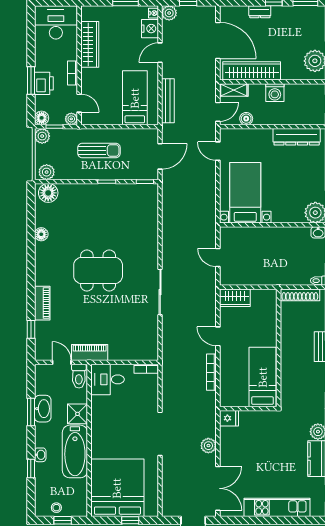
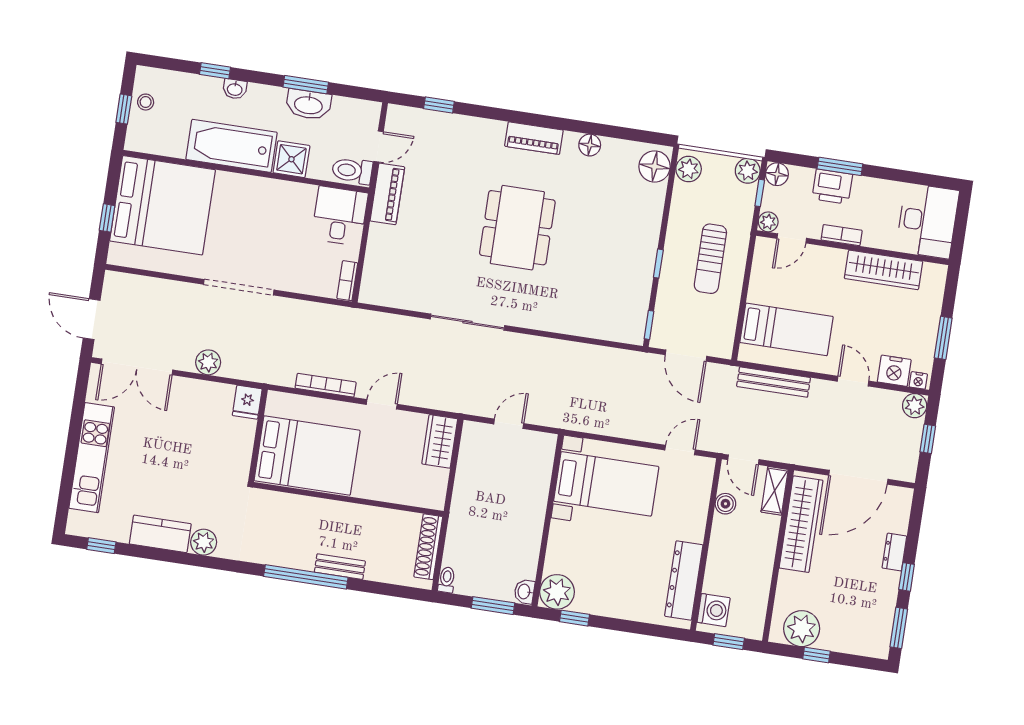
washing machine: (275, 93) -> (714, 610), moved, turned 180
piano: (42, 303) -> (534, 138), moved
bed: (263, 377) -> (307, 456), width x1.50

